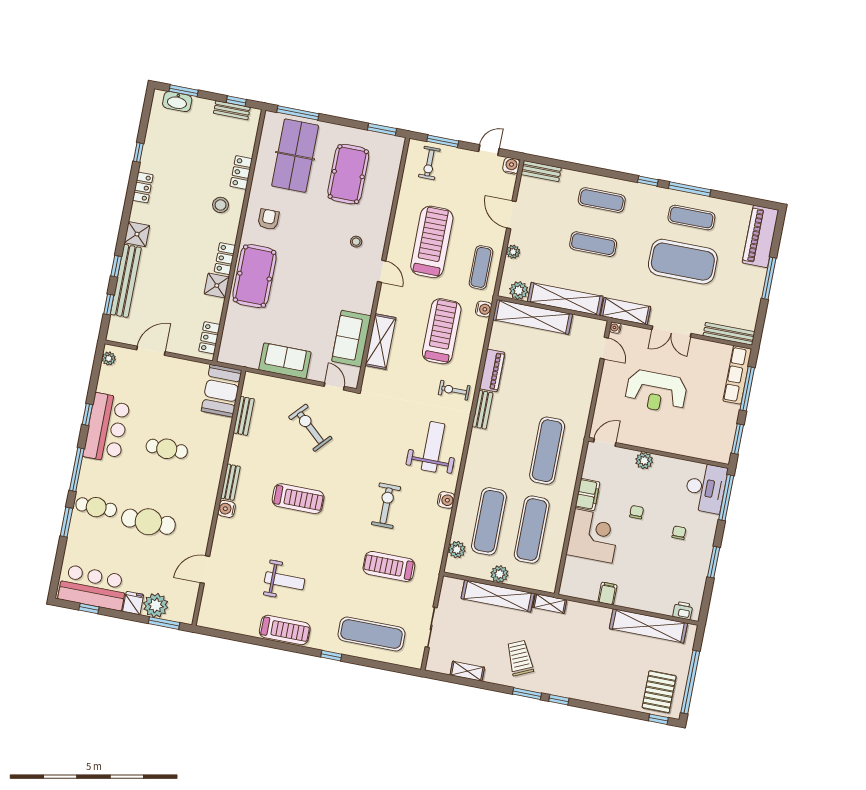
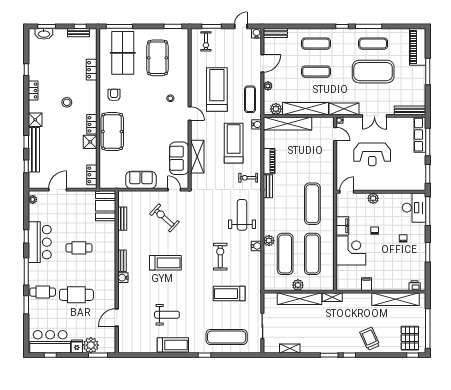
stool: (221, 205) -> (67, 102), moved
door: (511, 215) -> (262, 63), swing flipped
plant: (457, 550) -> (269, 241), moved
trolley: (520, 658) -> (370, 339), moved

